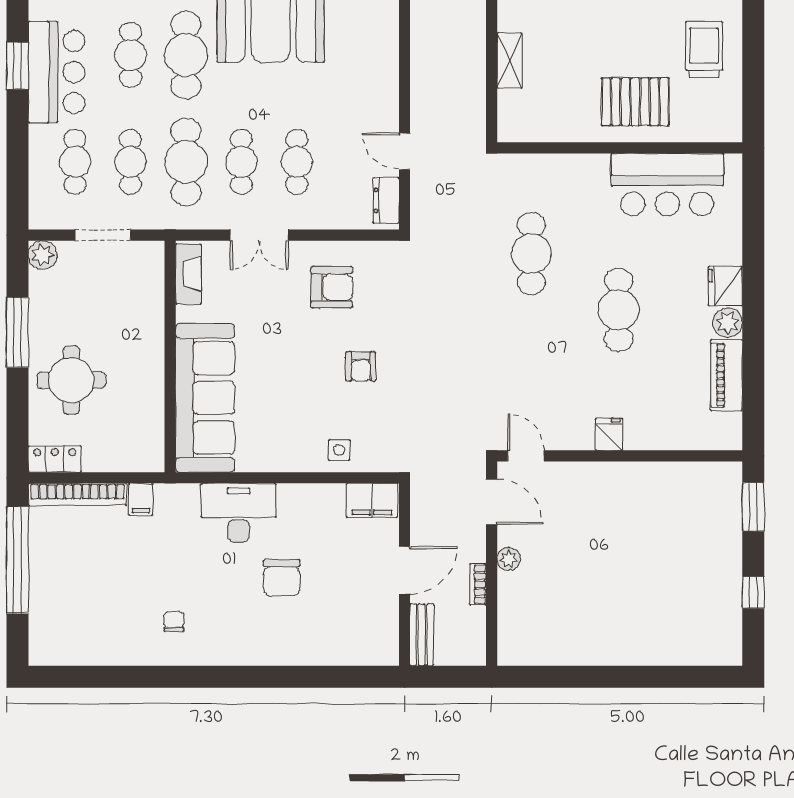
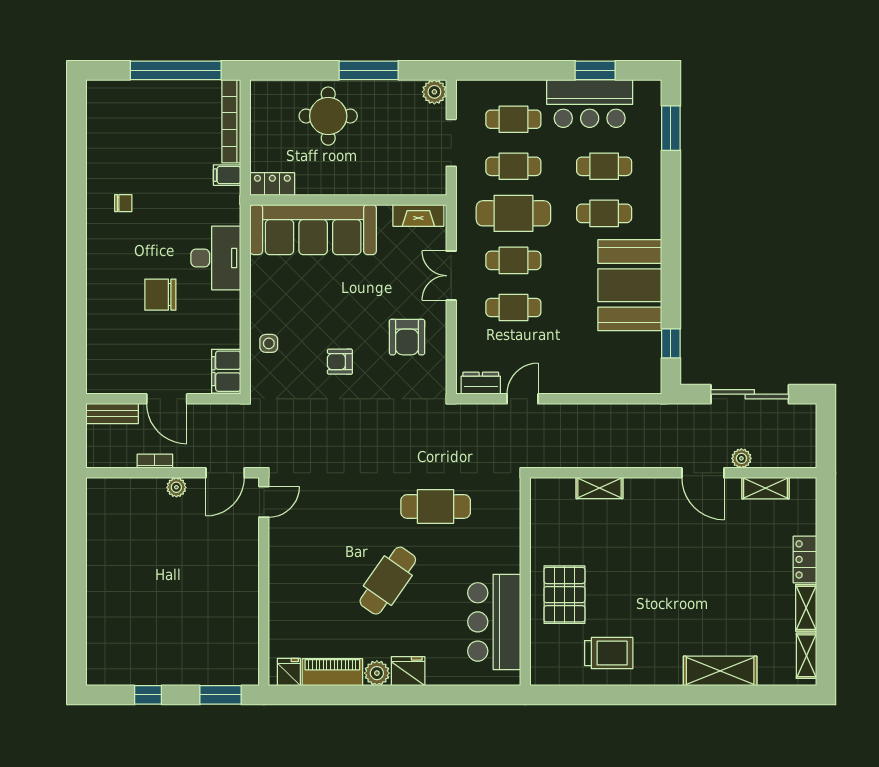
cafe table: (186, 55) -> (604, 213), width x0.73, depth x0.74
cafe table: (619, 310) -> (388, 581), turned -55
fridge: (609, 434) -> (289, 672), moved, turned -90
locker: (55, 459) -> (272, 184), moved, turned -90

